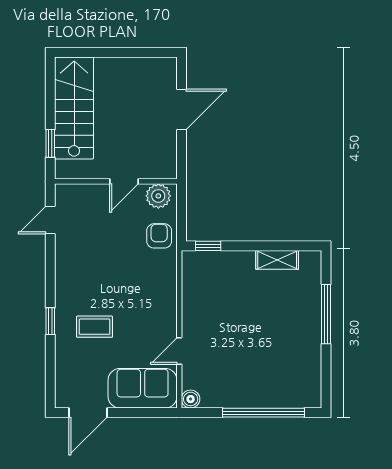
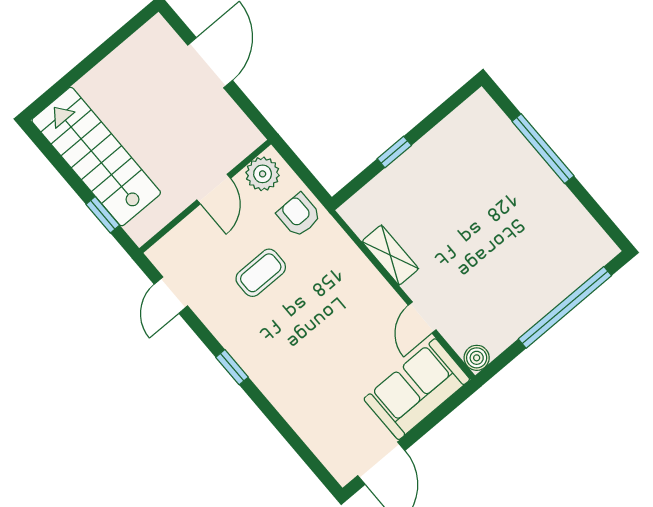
window: (208, 246) -> (394, 152), moved
shelving: (277, 260) -> (390, 255), moved, turned 90
window: (50, 321) -> (232, 367), moved
coffee table: (94, 327) -> (261, 273), moved

